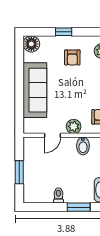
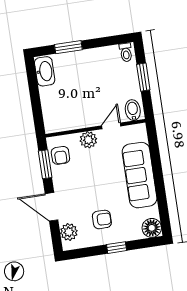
armchair: (72, 57) -> (102, 219), turned 90
bidet: (83, 146) -> (133, 110), moved
toilet: (58, 195) -> (126, 52), moved

